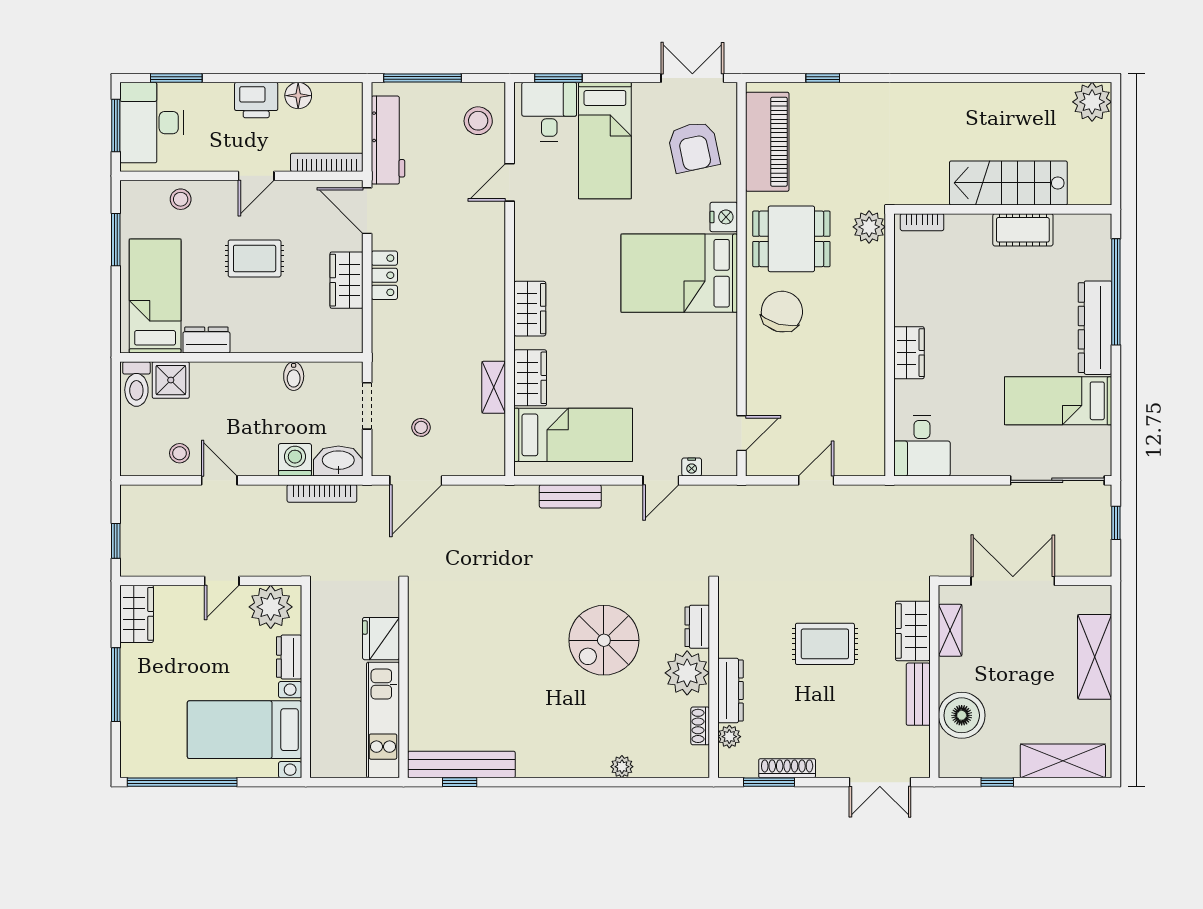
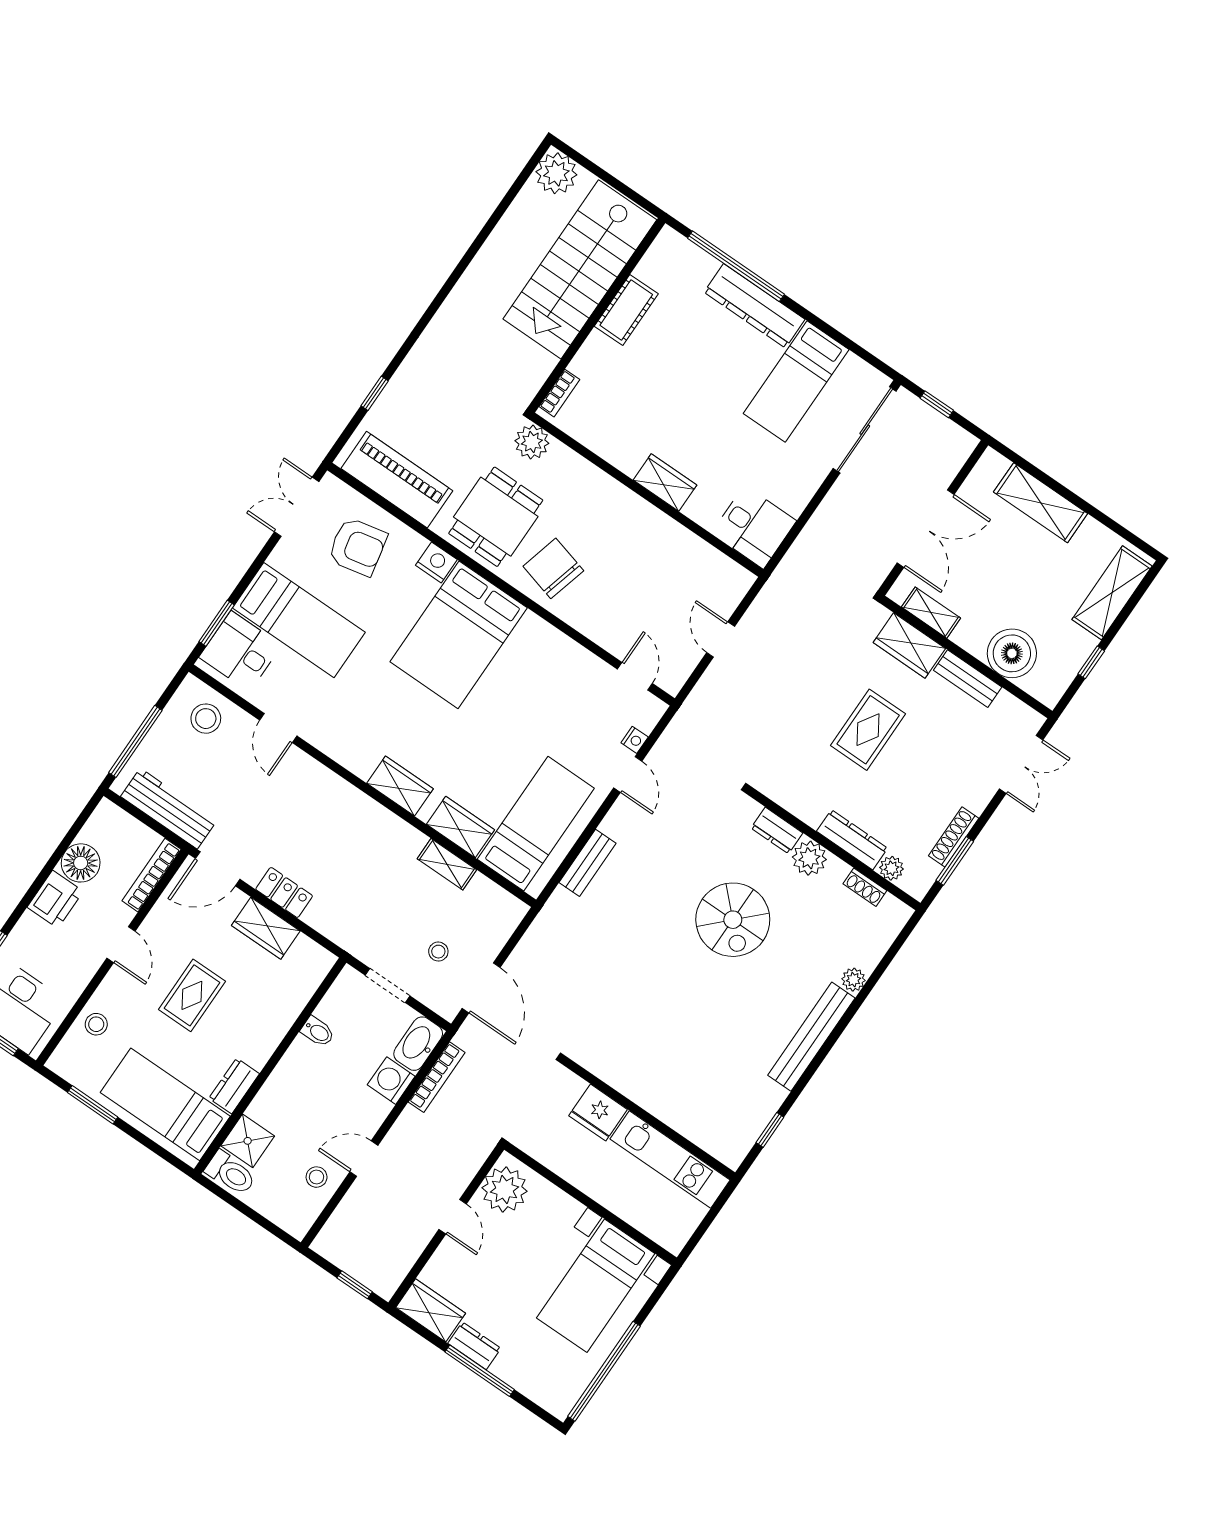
floor lamp: (298, 96) -> (81, 863), width x1.38, depth x1.38
stairs: (1008, 183) -> (580, 269), width x1.36, depth x1.51
double door: (1013, 581) -> (926, 529), swing flipped
dresser: (289, 657) -> (474, 1346), moved, turned 180
plant: (687, 673) -> (809, 858), width x0.73, depth x0.73
bench: (461, 765) -> (811, 1037), moved

